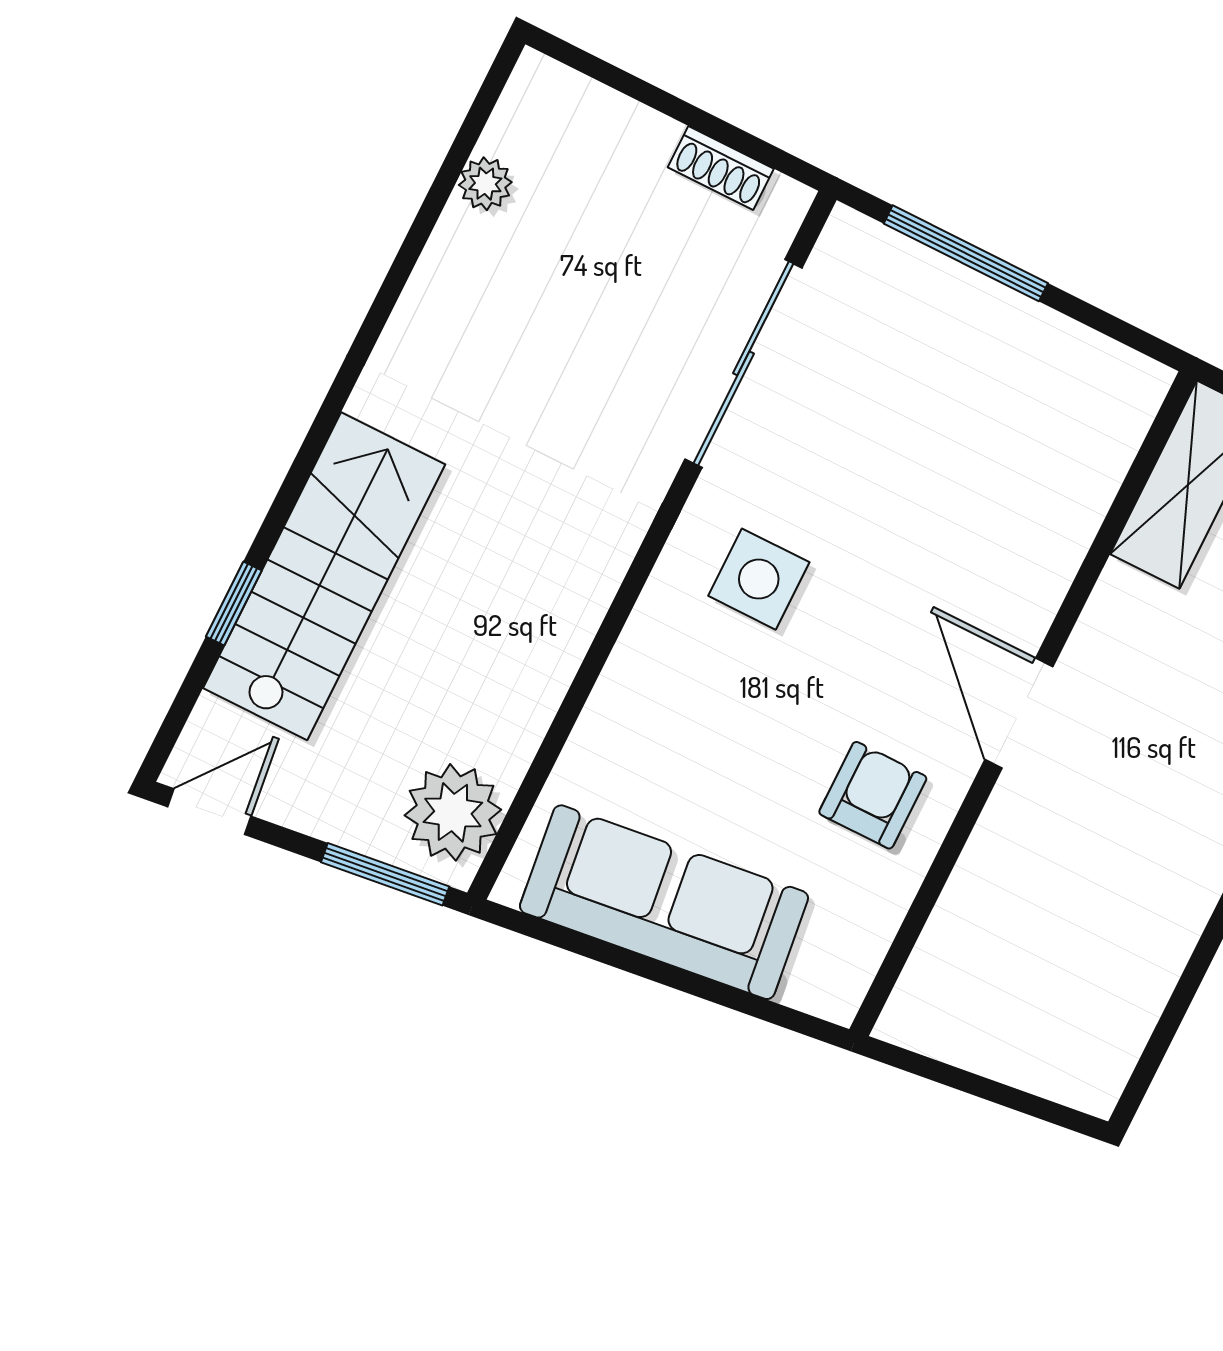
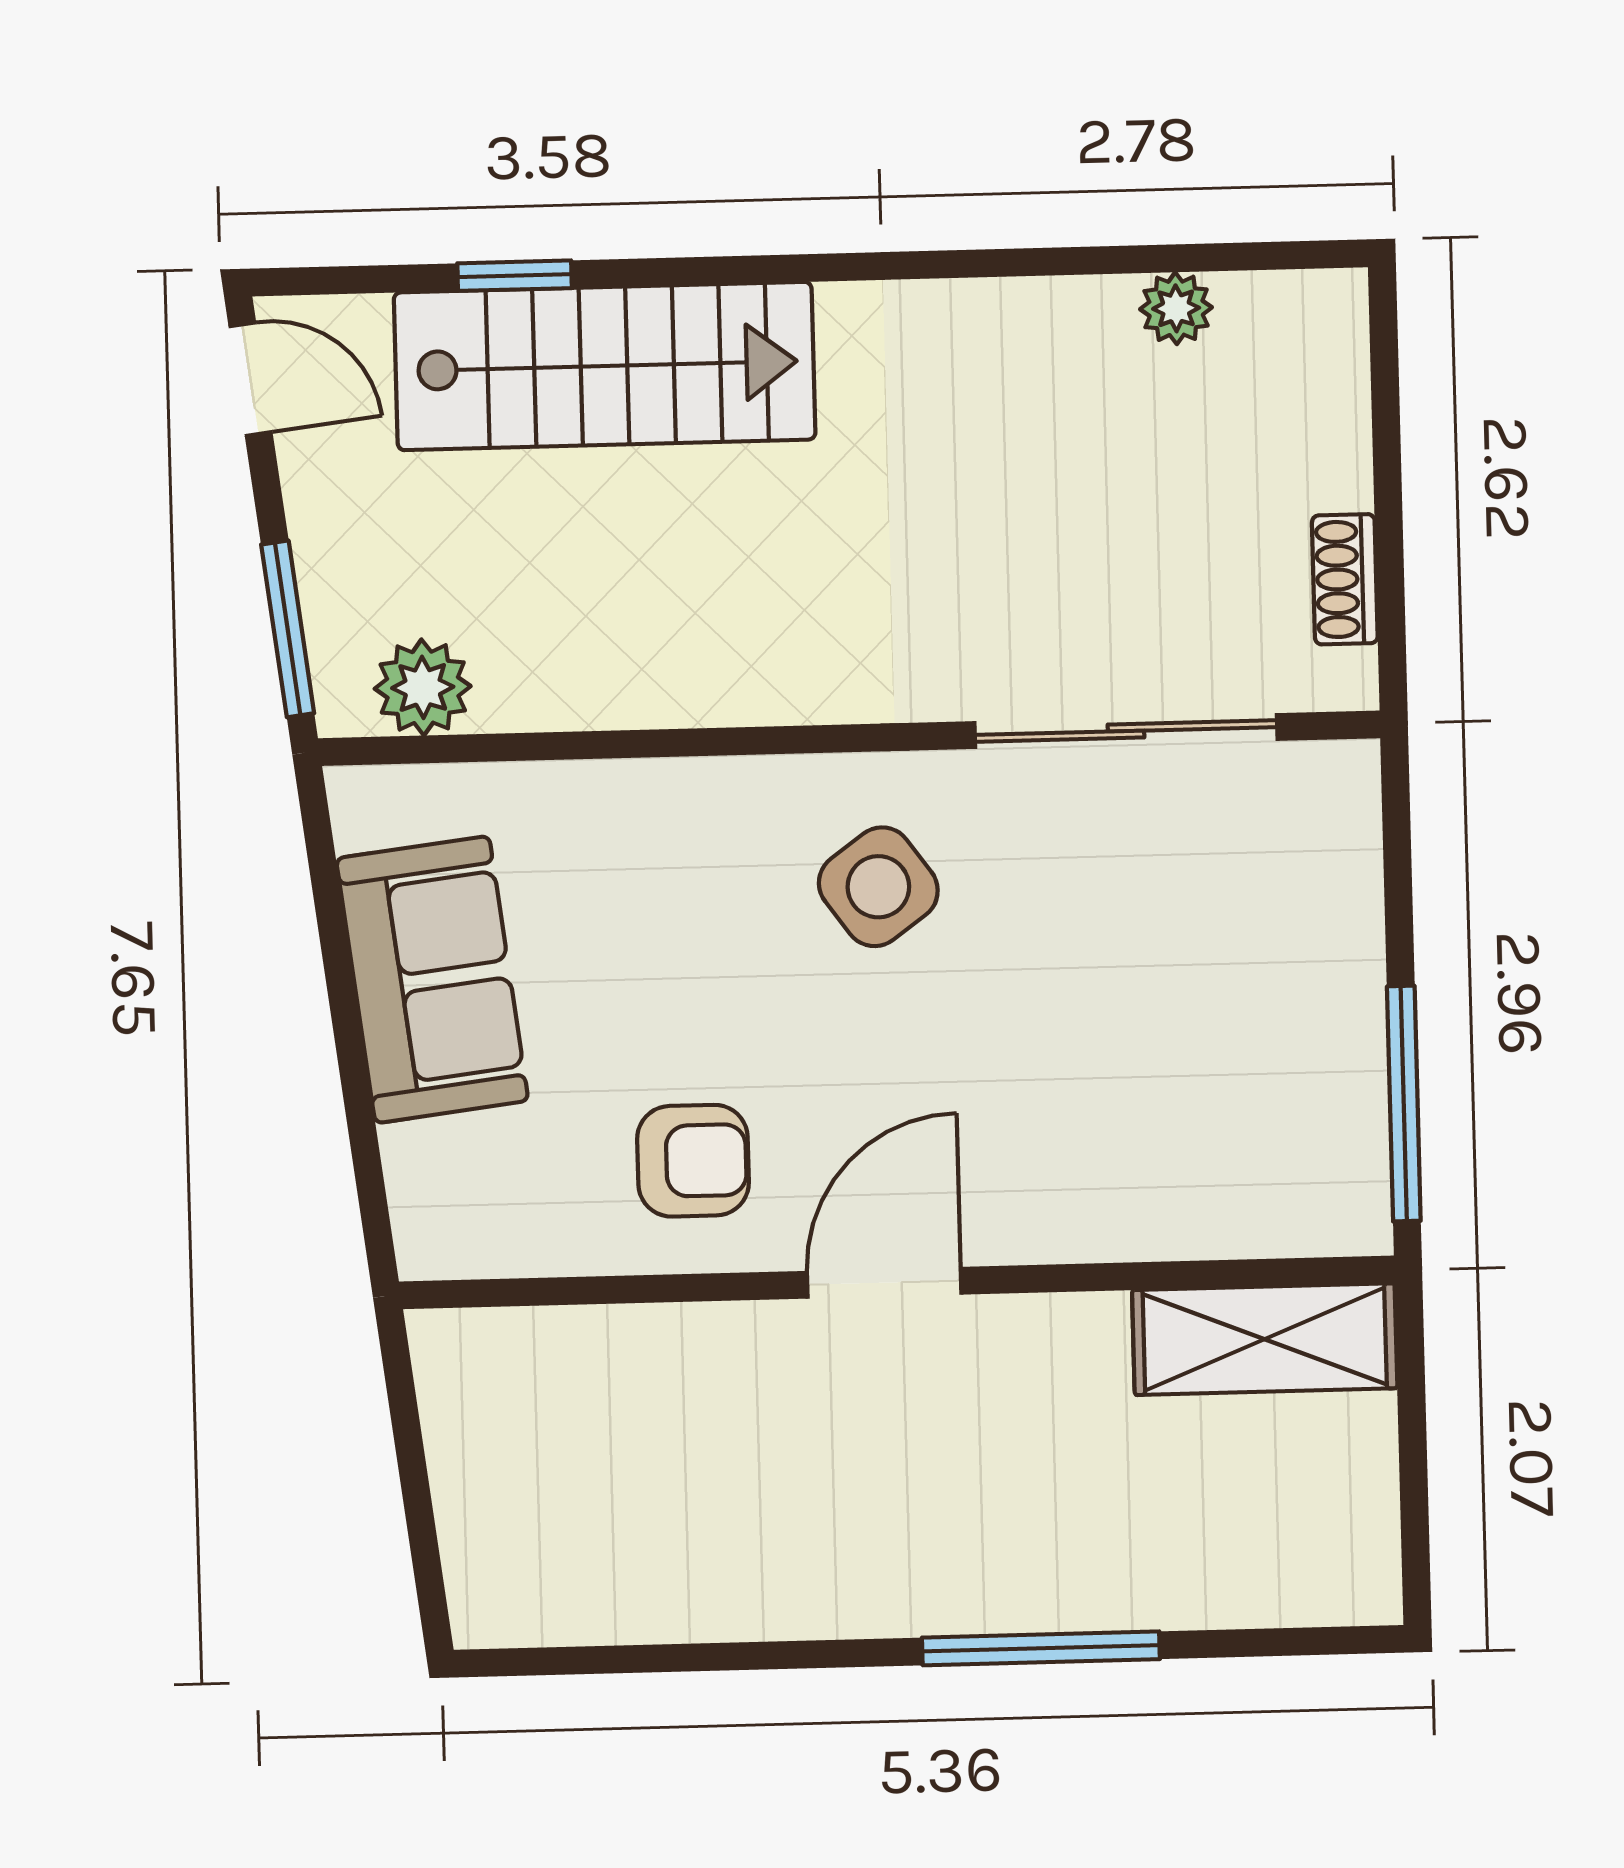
window: (966, 253) -> (1404, 1104), moved
side table: (759, 579) -> (878, 887), turned -36
plant: (453, 812) -> (423, 687), width x0.73, depth x0.73
sofa: (664, 902) -> (432, 980), width x0.73

